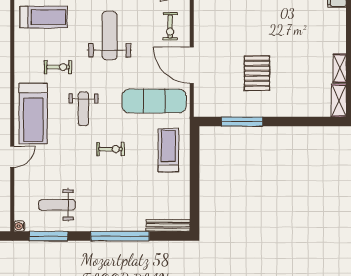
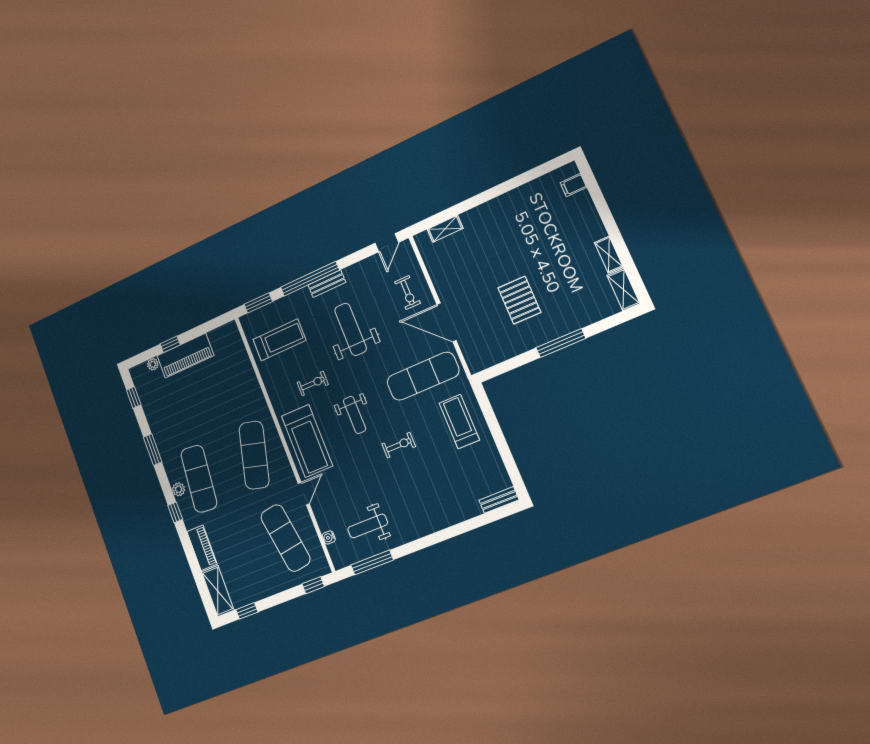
window: (242, 122) -> (561, 343), moved
bench: (168, 225) -> (499, 500), width x0.73
water cooler: (19, 226) -> (329, 537), moved
window: (120, 236) -> (446, 534), removed

